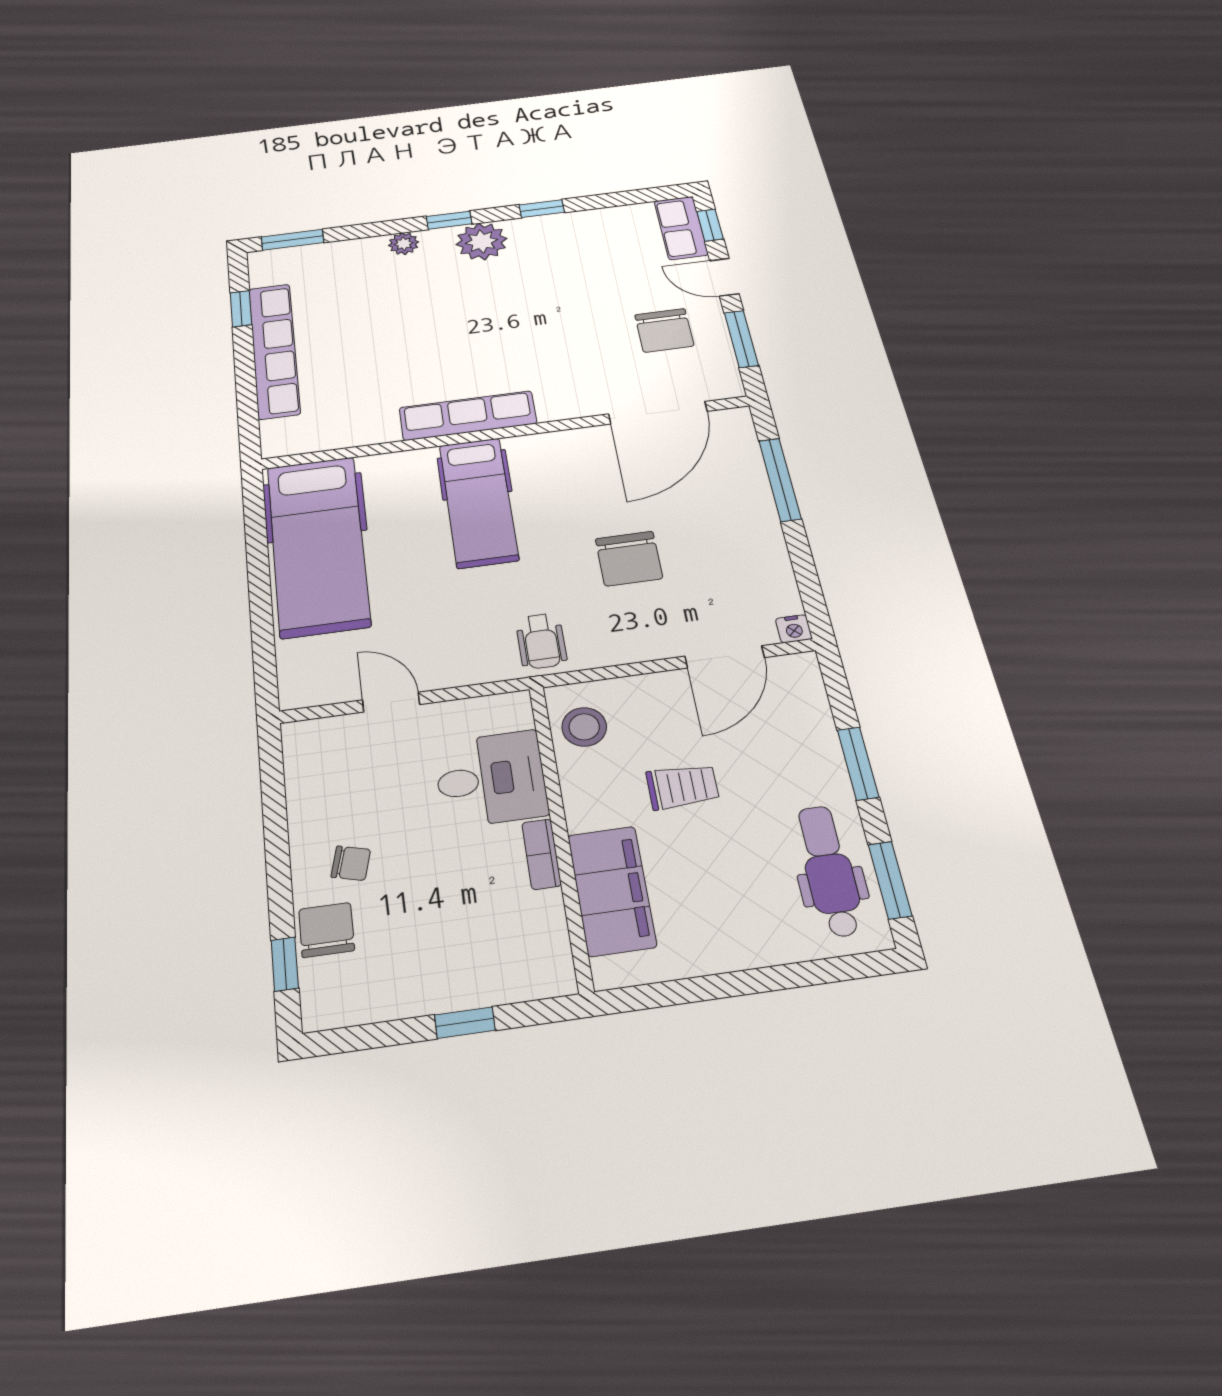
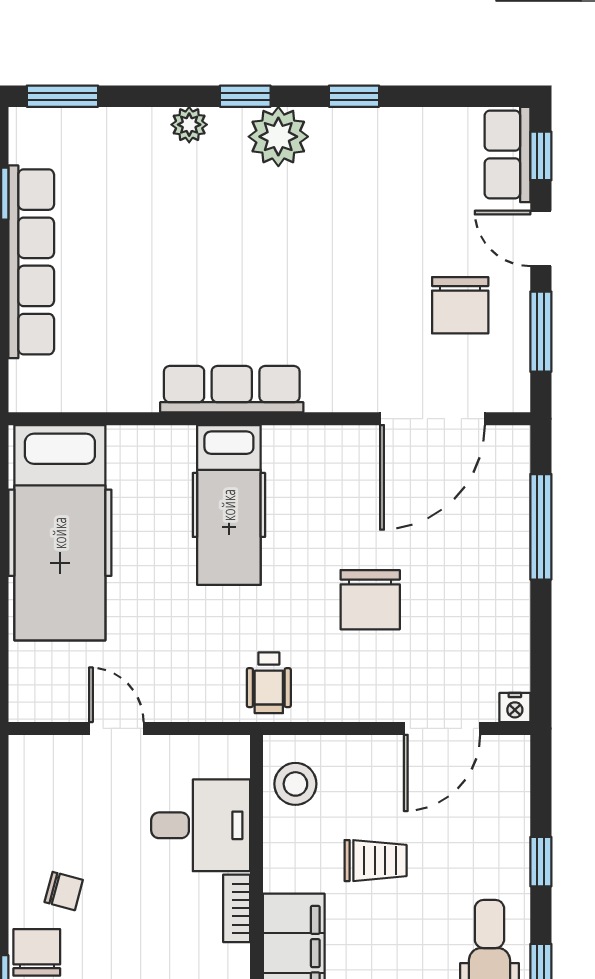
window: (858, 763) -> (541, 862), width x0.67

